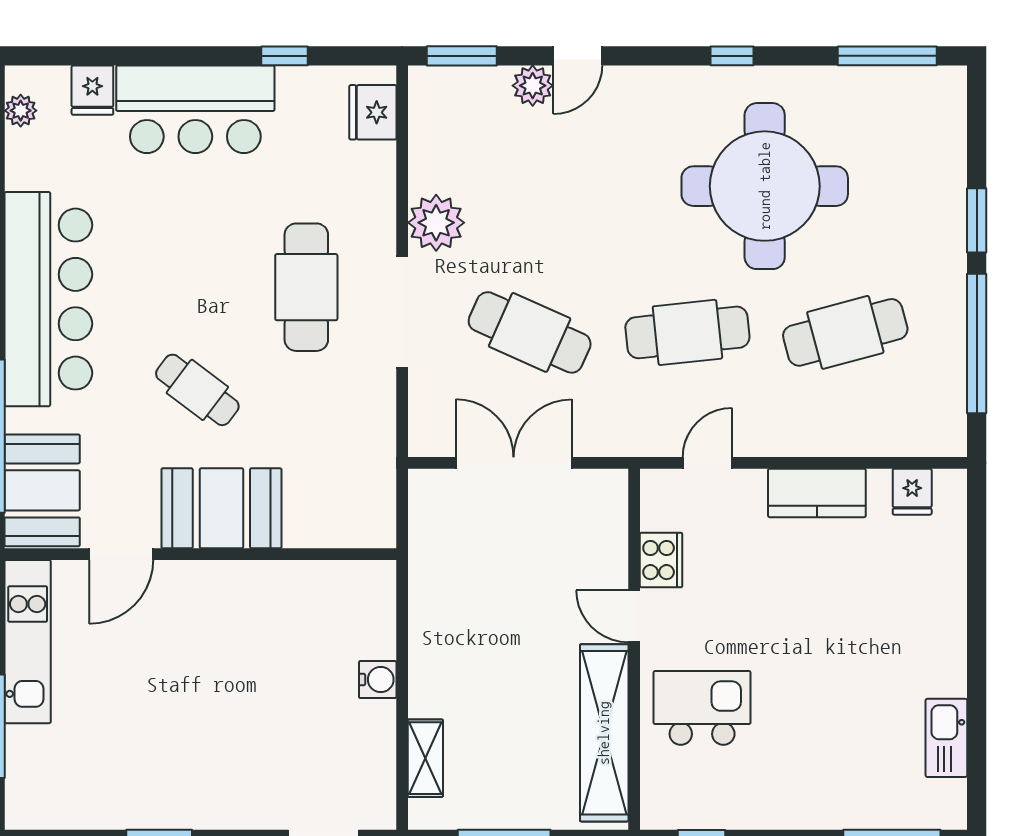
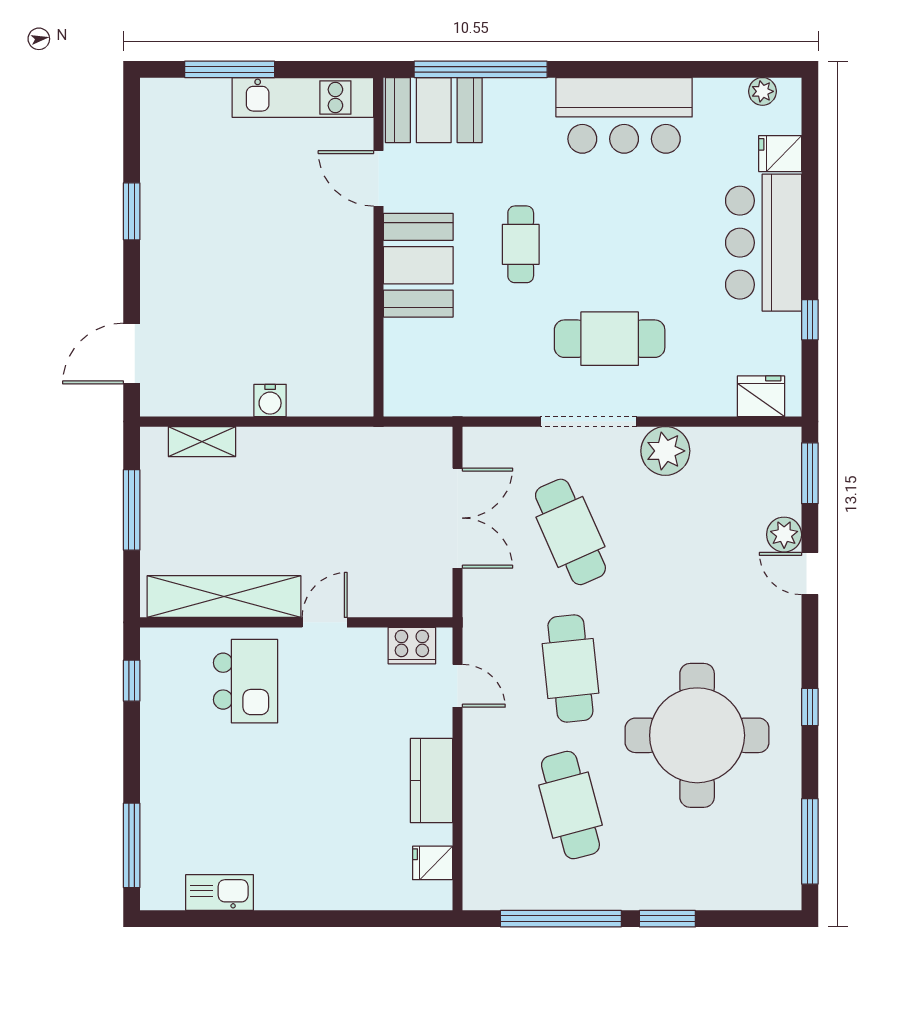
bar counter: (48, 299) -> (624, 115), width x0.73
cafe table: (530, 332) -> (570, 532), turned -48
cafe table: (197, 390) -> (521, 244), turned -37
cooker: (661, 560) -> (412, 646), moved

